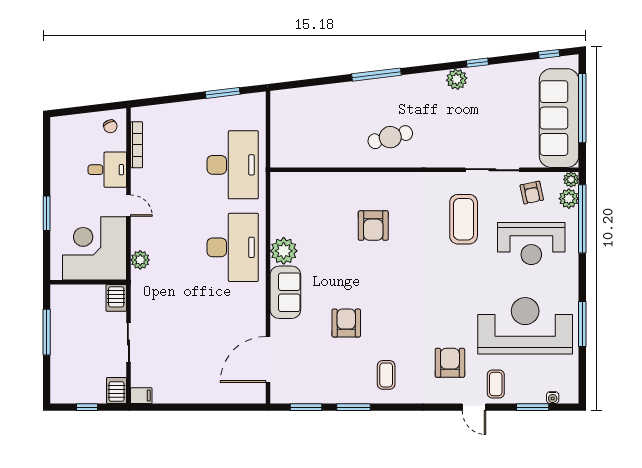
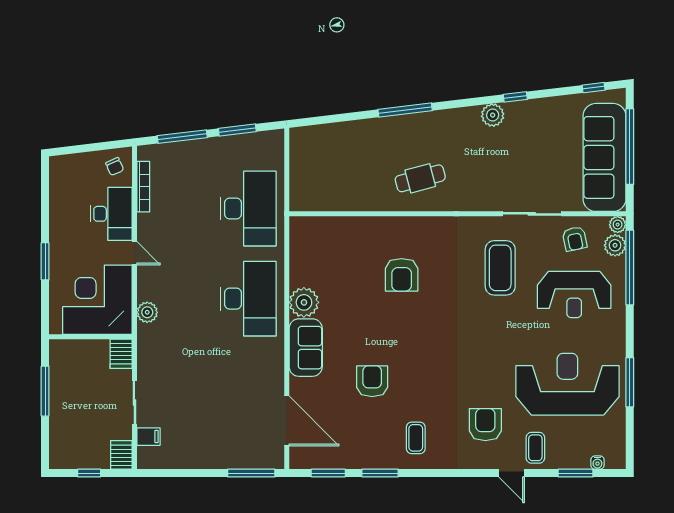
window: (172, 99) -> (182, 137), added
desk: (107, 170) -> (111, 214), width x1.37
door: (268, 359) -> (287, 421), swing flipped
filing cabinet: (141, 396) -> (148, 437), moved
window: (236, 407) -> (251, 473), added

